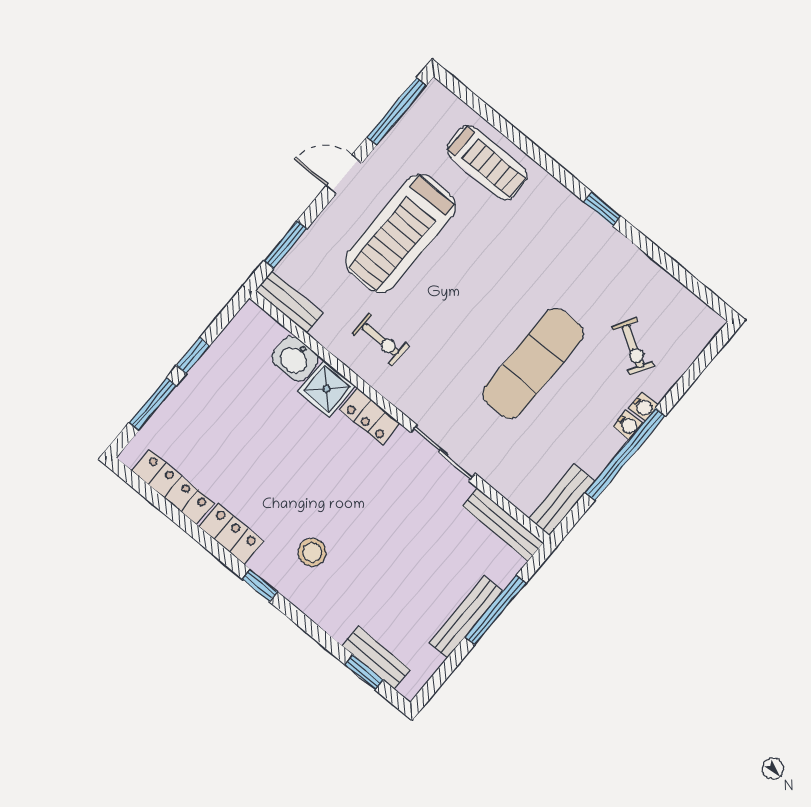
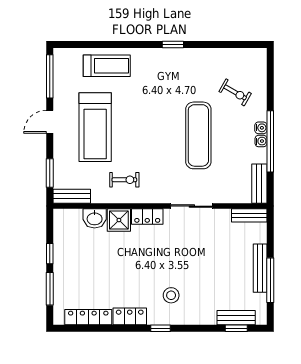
water cooler: (643, 407) -> (261, 141), moved
bench: (503, 524) -> (249, 215), width x0.73
window: (496, 610) -> (270, 280), moved

